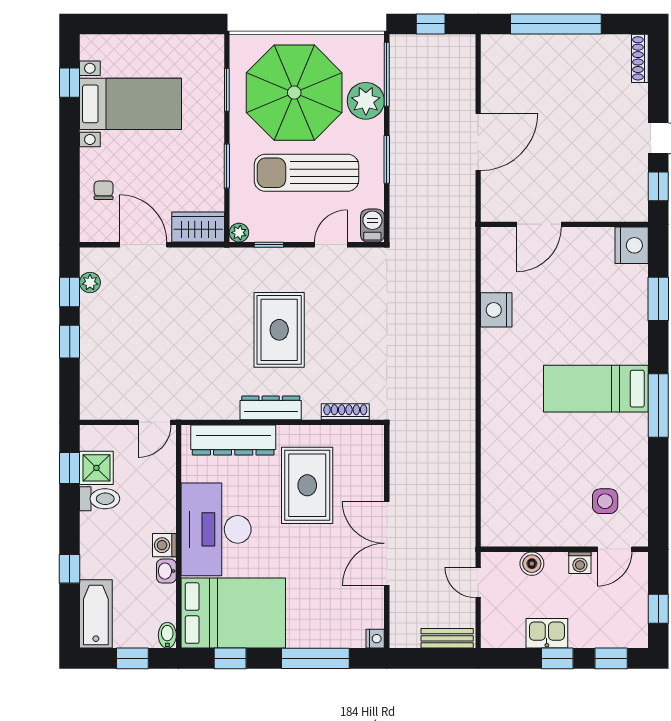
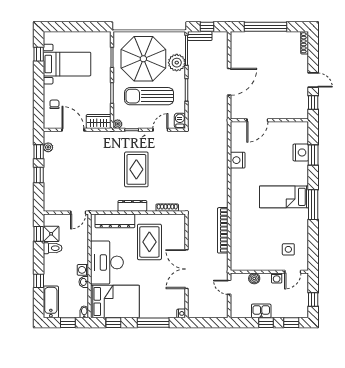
nightstand: (632, 245) -> (301, 152), moved
bookcase: (464, 460) -> (223, 230), added
bench: (447, 638) -> (200, 36), moved

